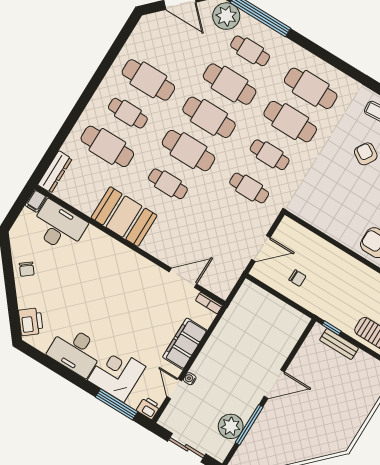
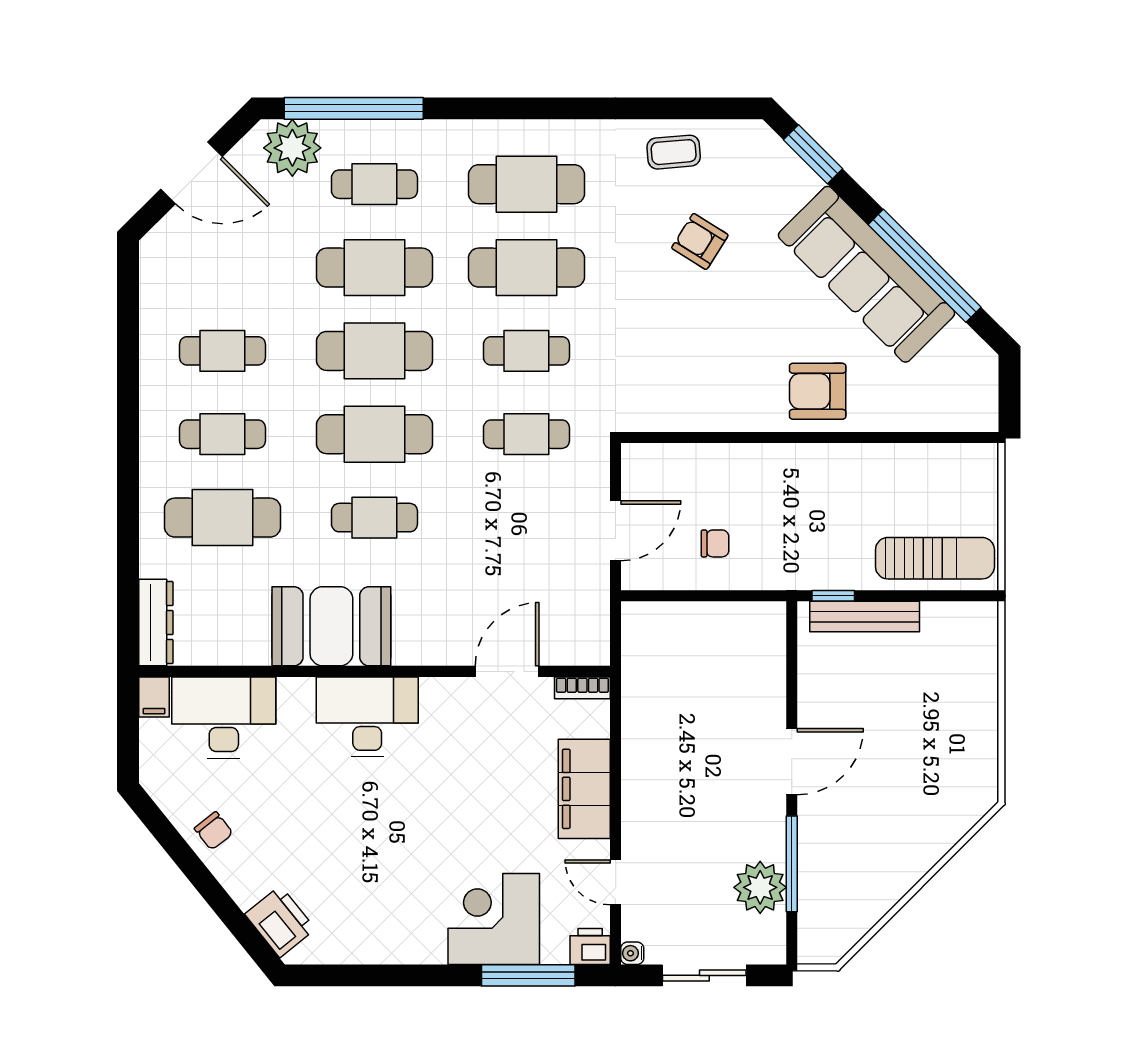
cafe table: (148, 80) -> (222, 351), width x0.73, depth x0.74
bench: (339, 344) -> (865, 617), width x1.36
desk: (76, 351) -> (367, 717), moved, turned 180
water cooler: (190, 379) -> (632, 953), moved

